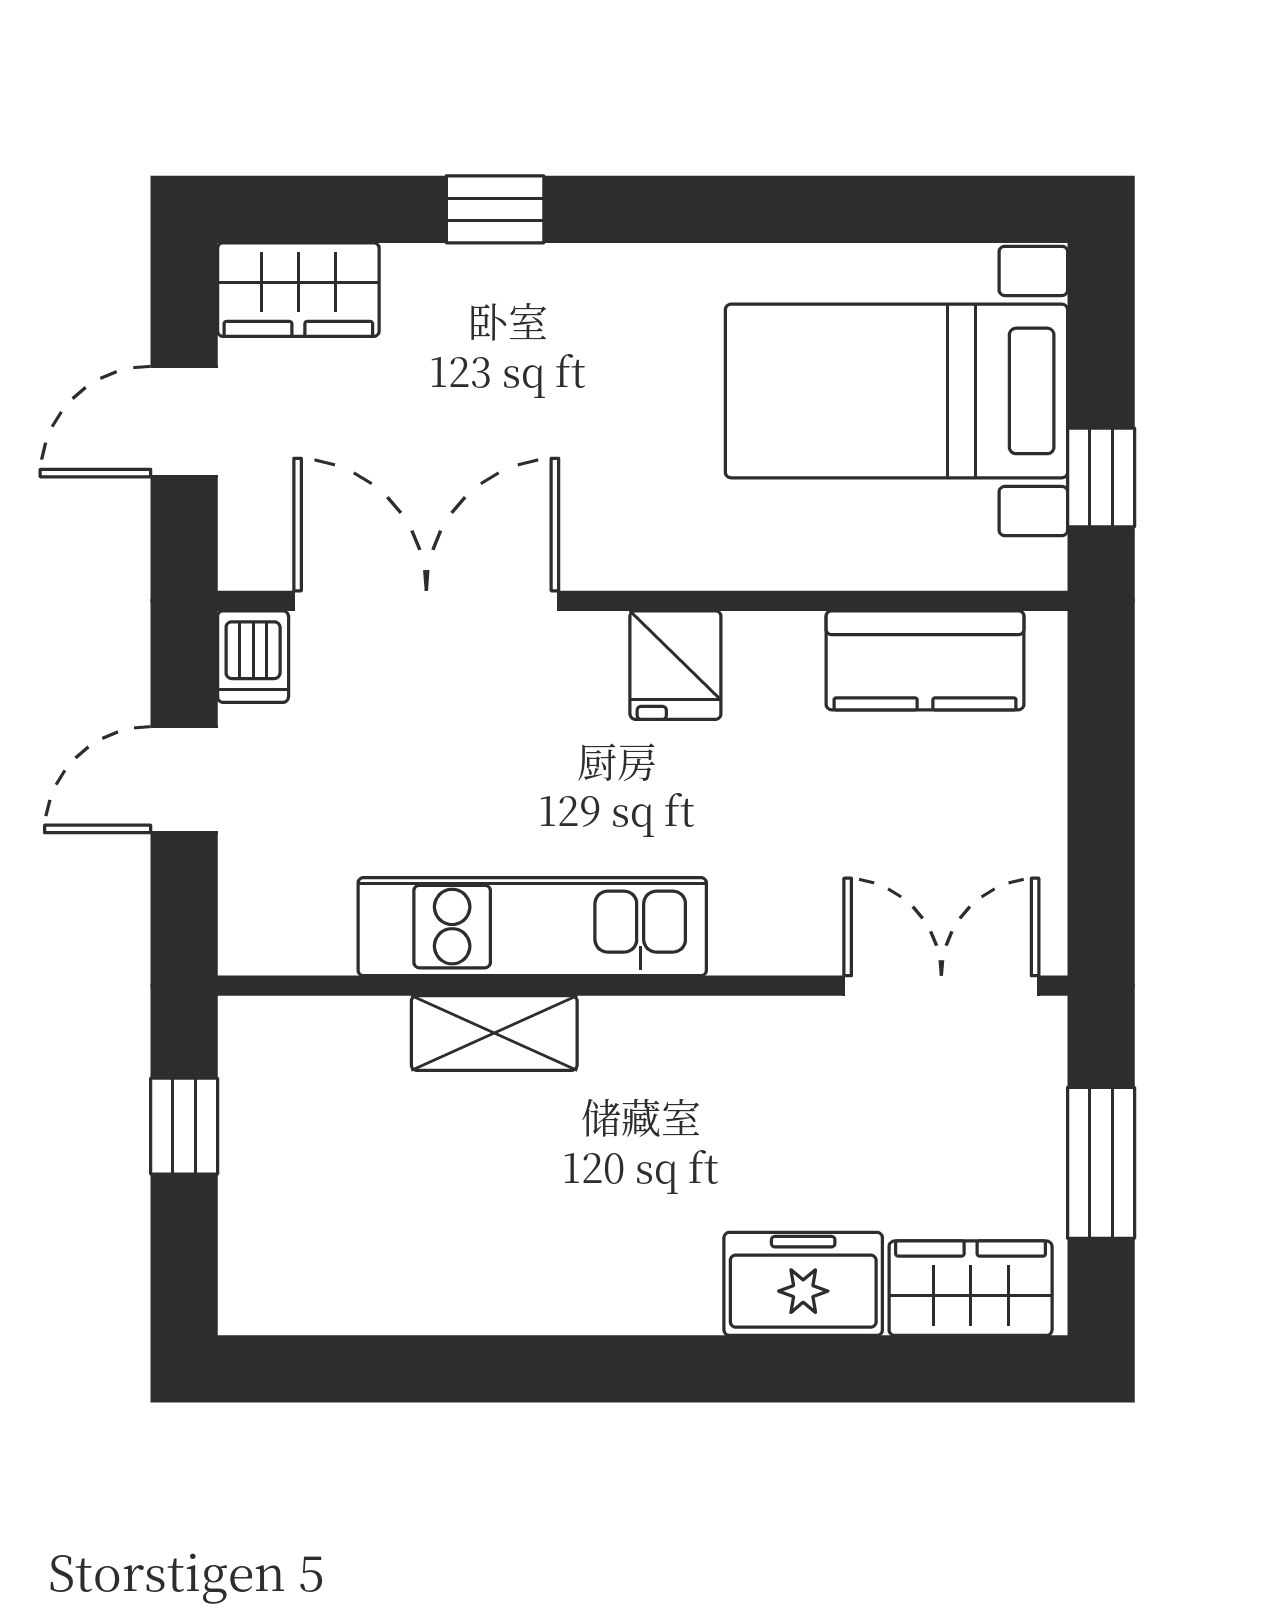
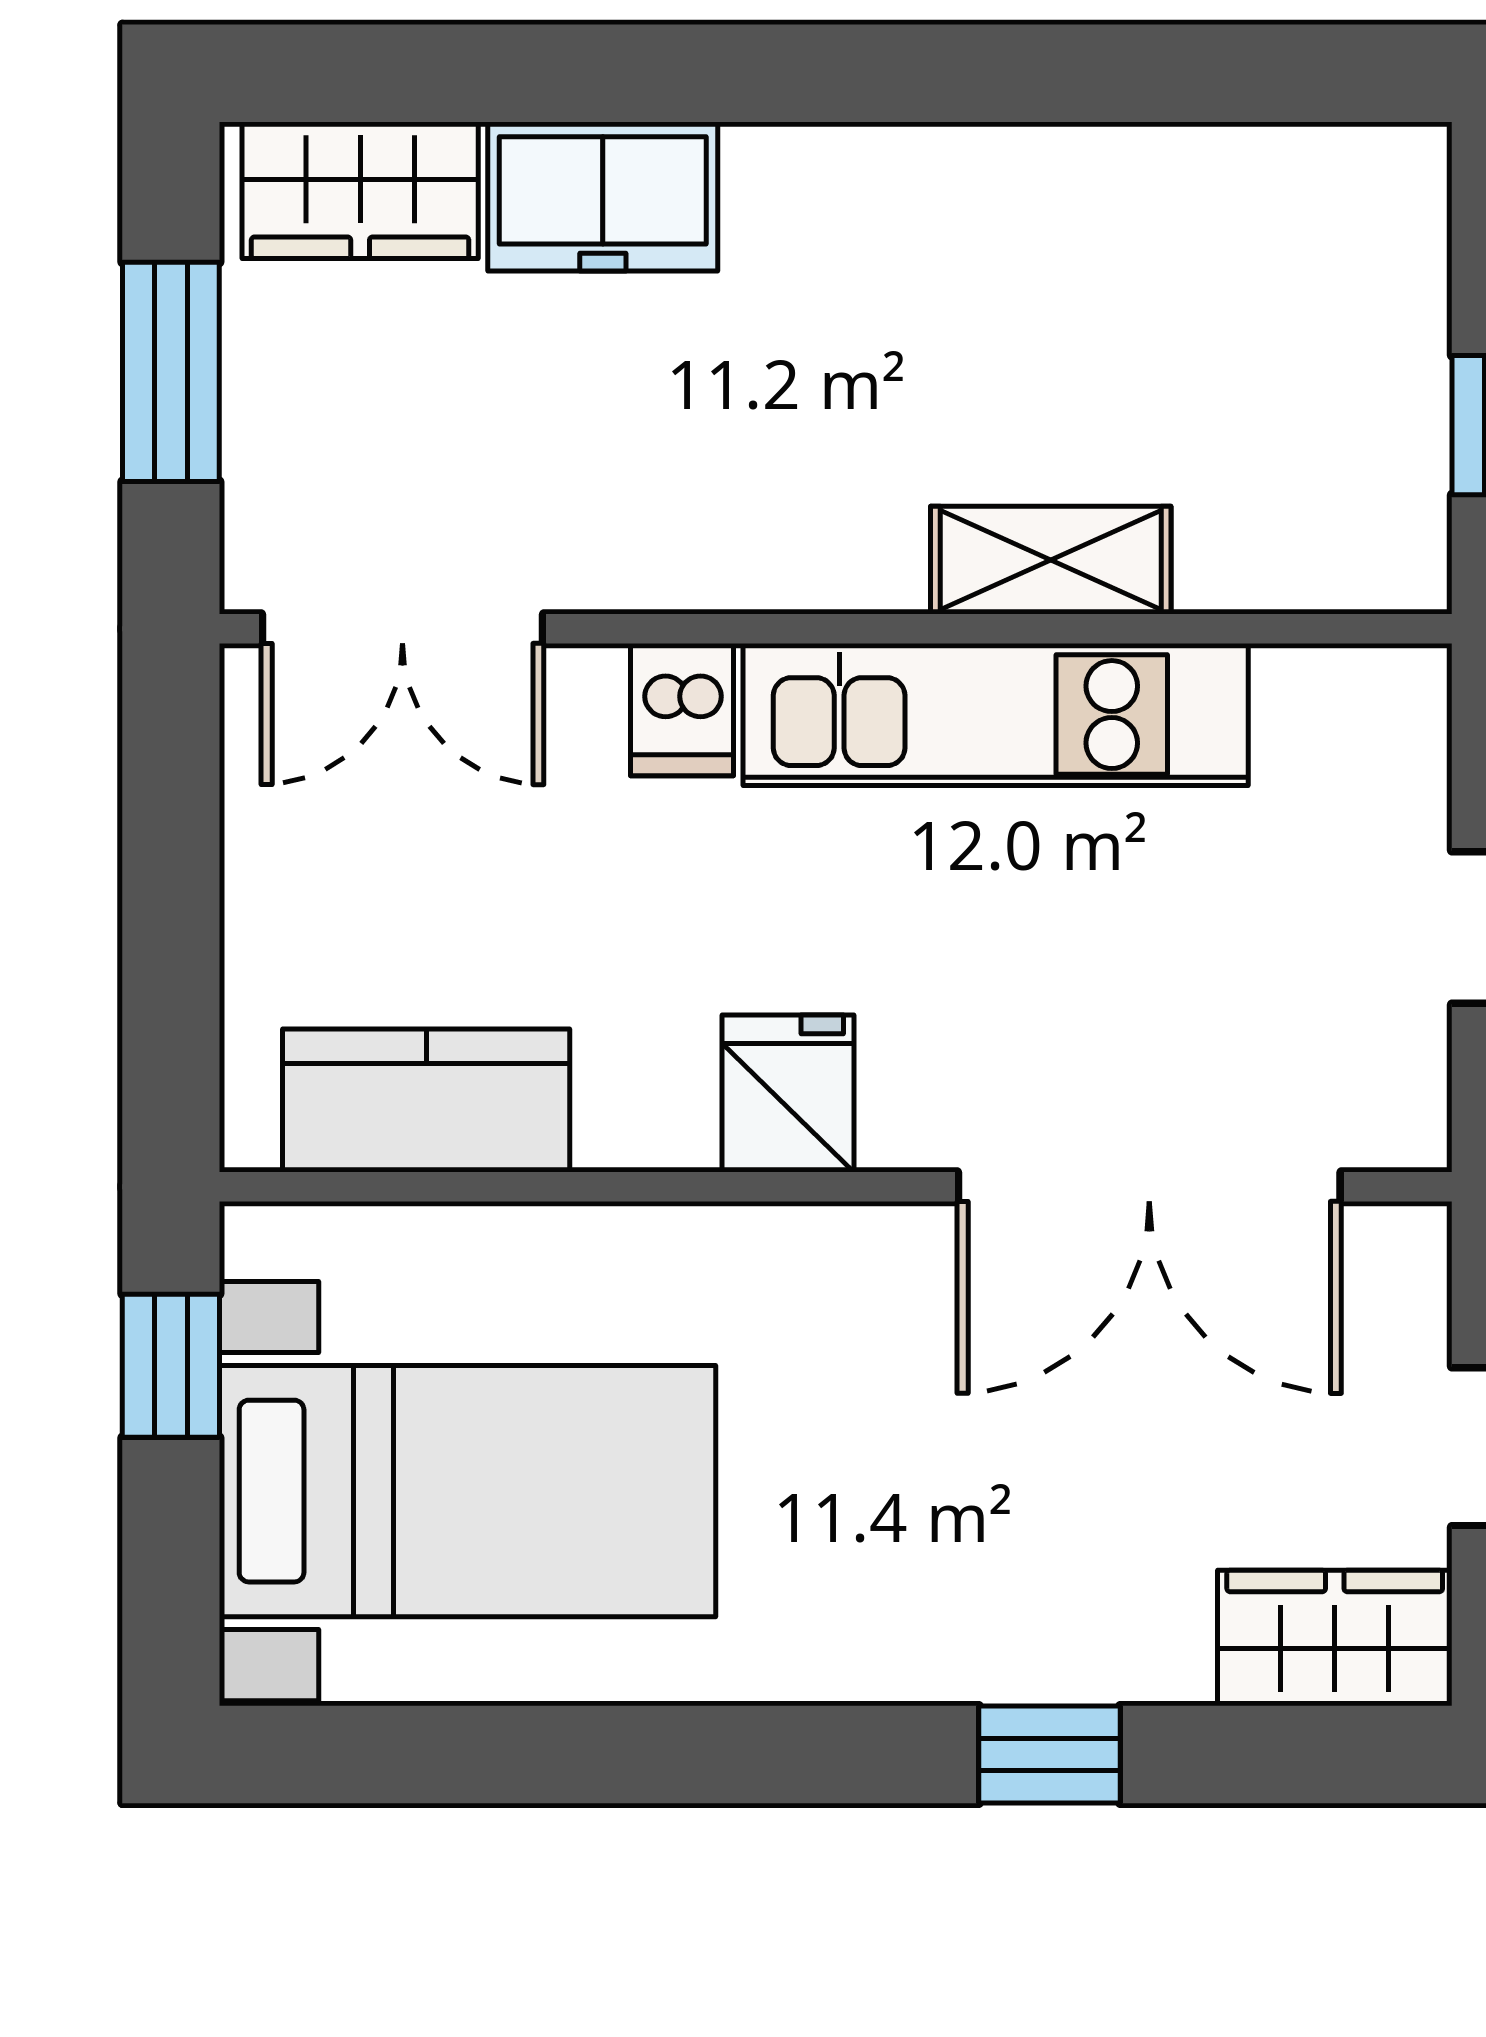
dishwasher: (253, 657) -> (682, 710), moved, turned 180

